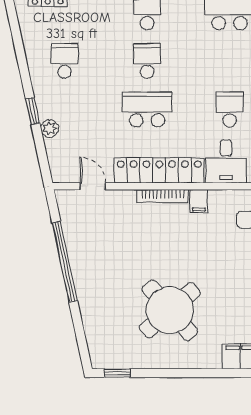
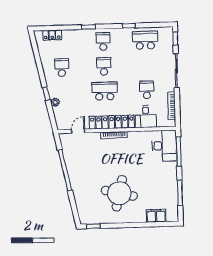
door: (93, 186) -> (78, 131), hinge flipped
filing cabinet: (199, 201) -> (132, 137), removed
round table: (170, 310) -> (119, 193), turned -36

